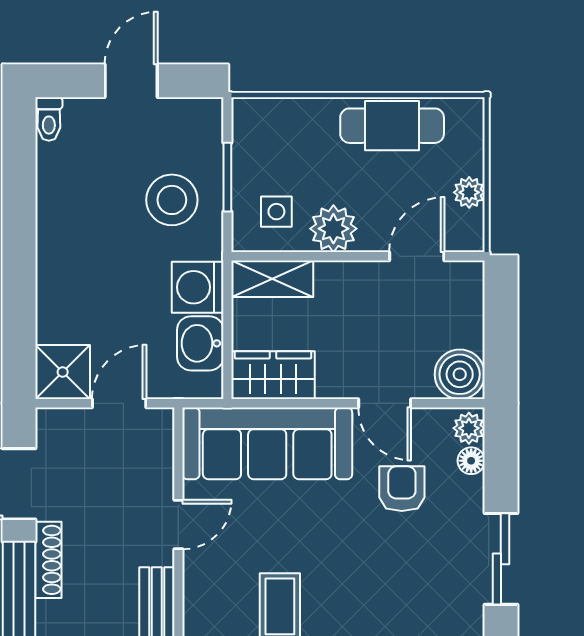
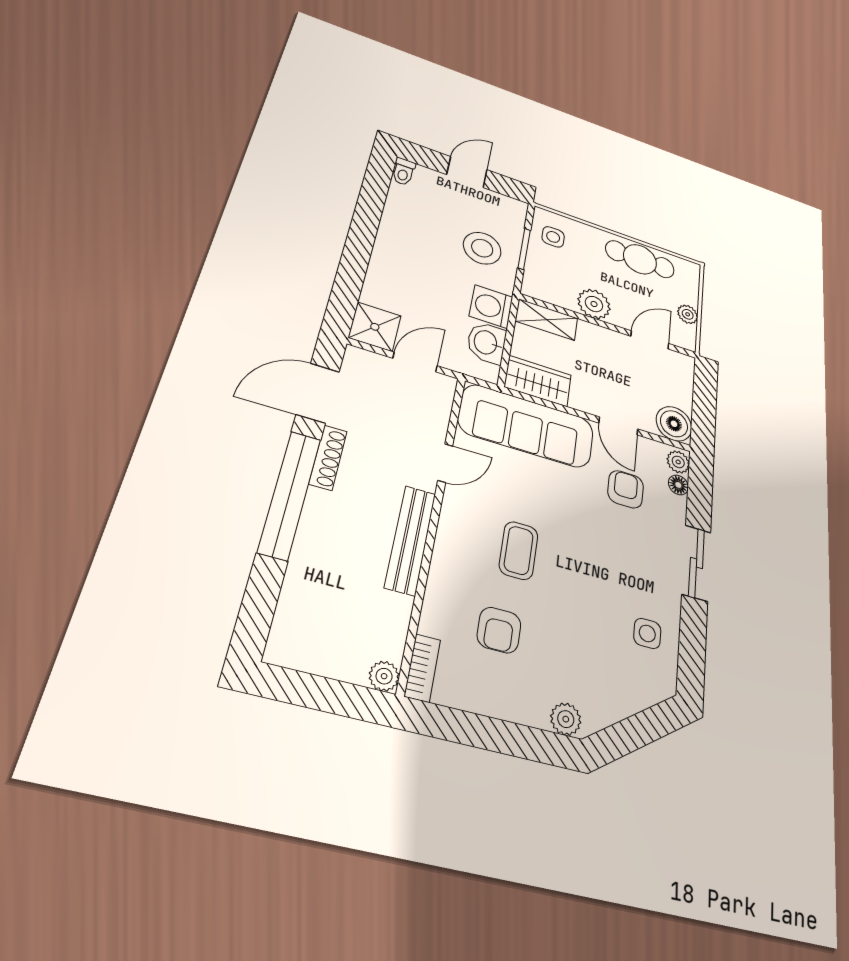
side table: (276, 212) -> (553, 237), moved

